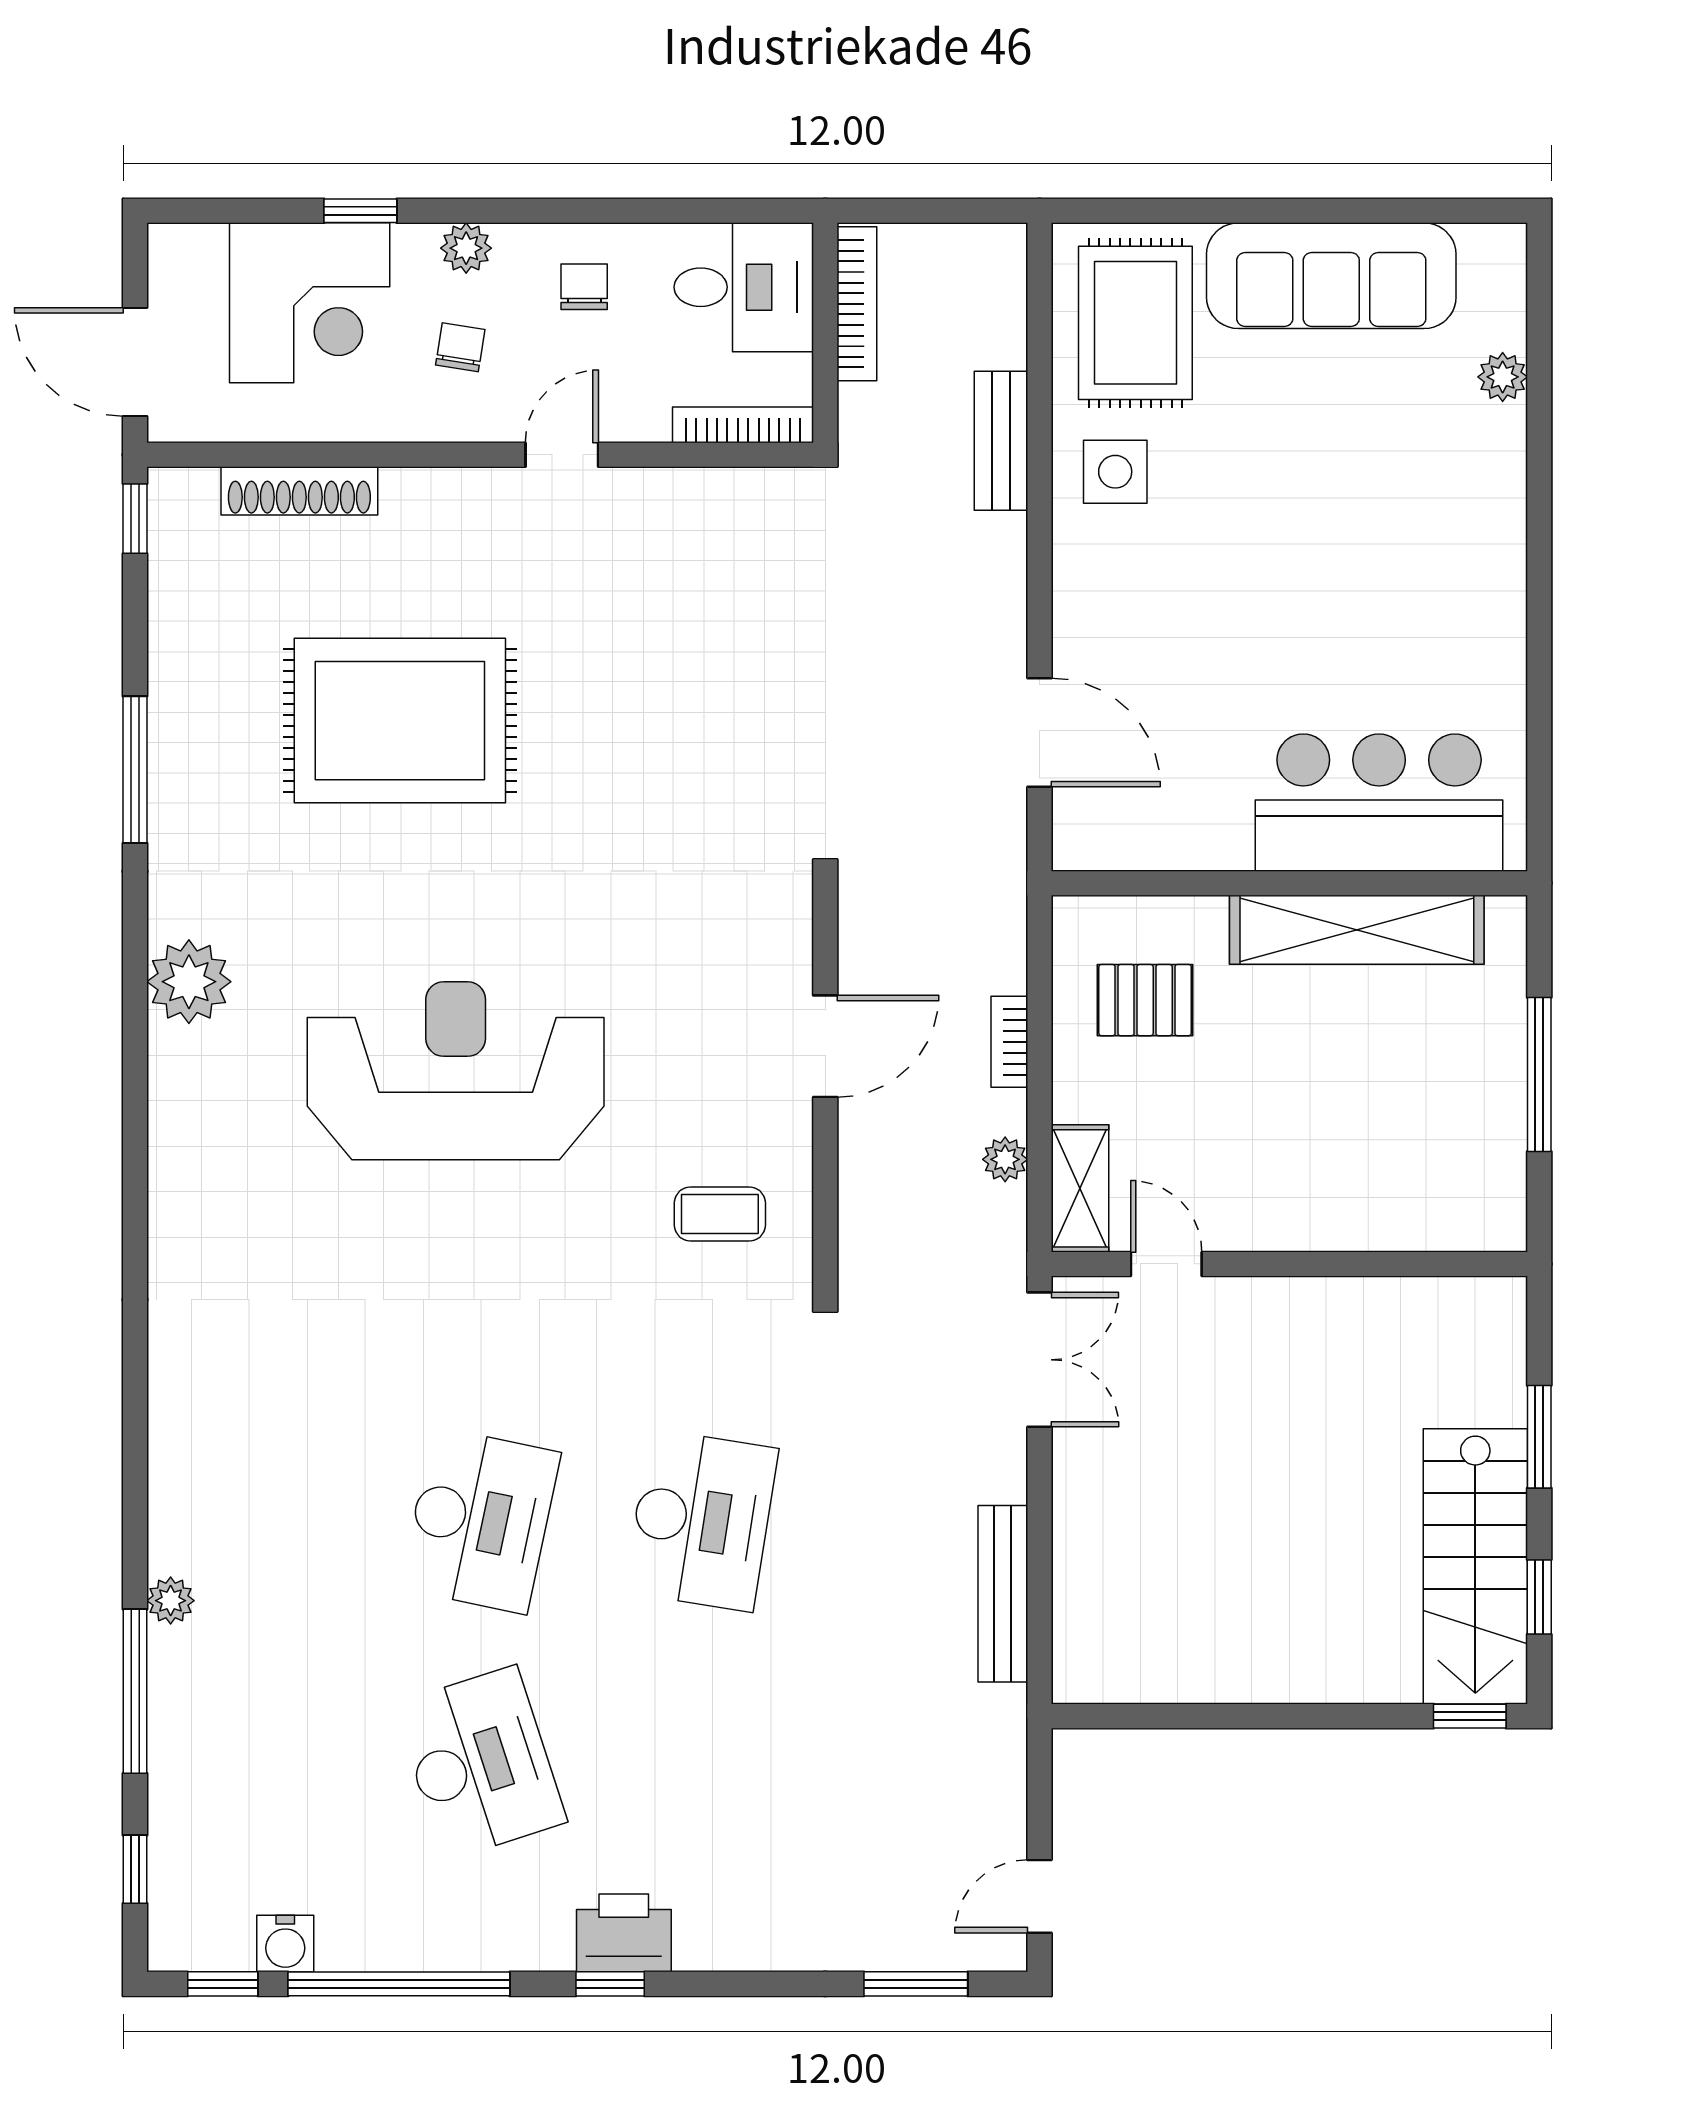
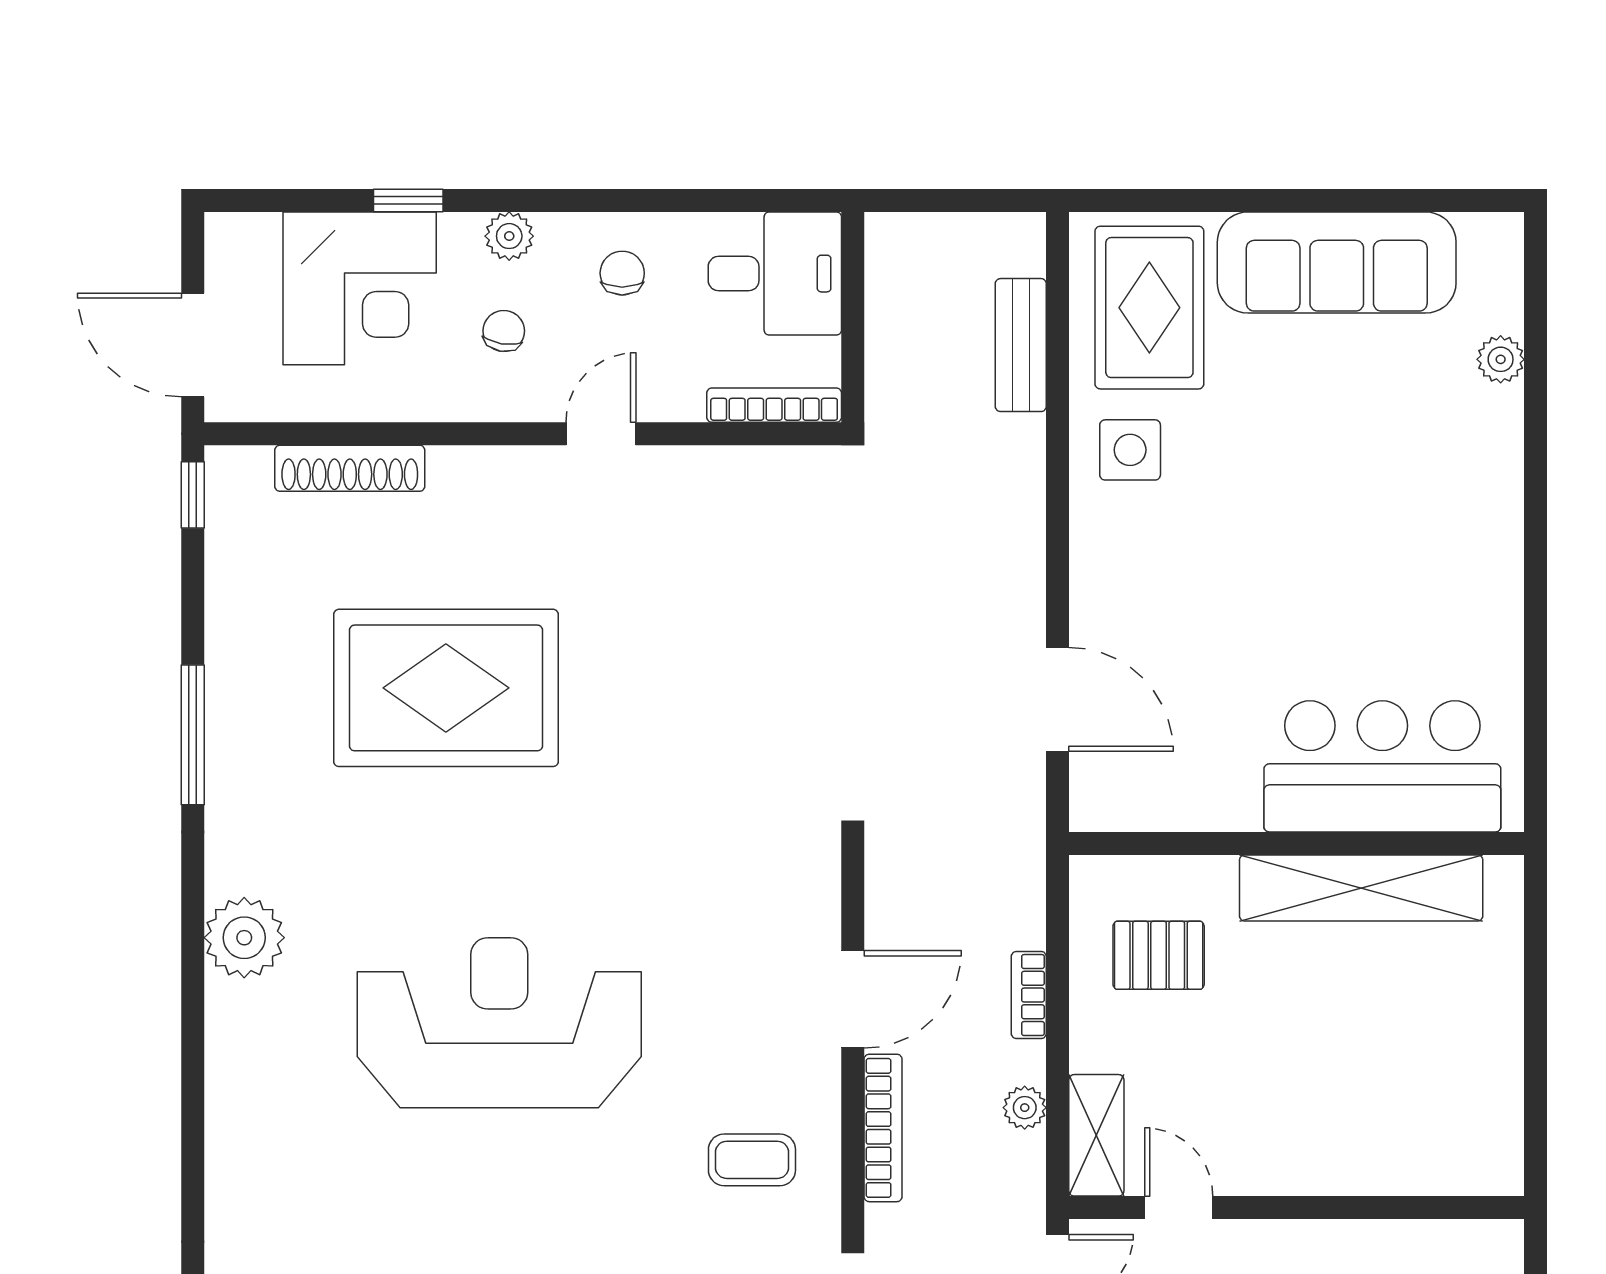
bookcase: (857, 304) -> (883, 1128), moved
bench: (1001, 441) -> (1021, 345), moved
window: (1539, 1075) -> (1536, 1026), removed

